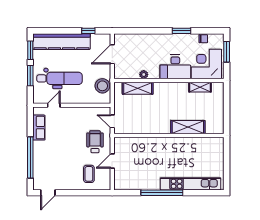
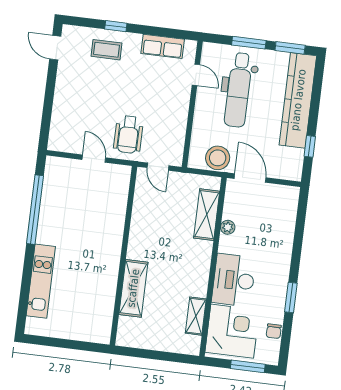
door: (112, 54) -> (250, 178), moved
door: (112, 121) -> (158, 167), swing flipped
wheelchair: (95, 142) -> (128, 135), turned 90
window: (30, 158) -> (116, 26), width x0.32
coffee table: (89, 174) -> (107, 50), moved
kitchen unit: (190, 184) -> (41, 281), width x0.73
window: (162, 193) -> (35, 210), moved

